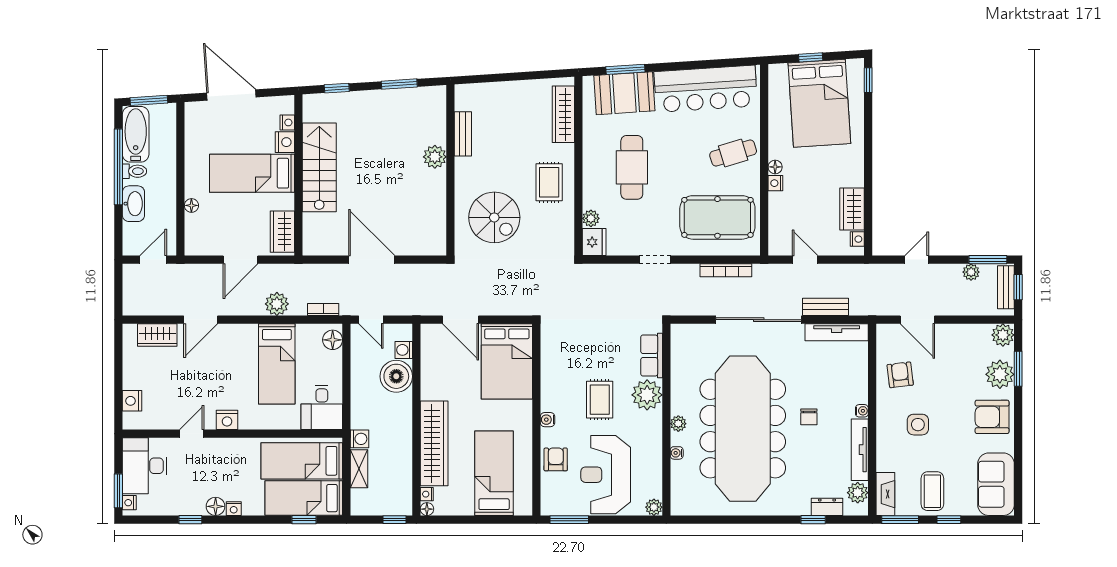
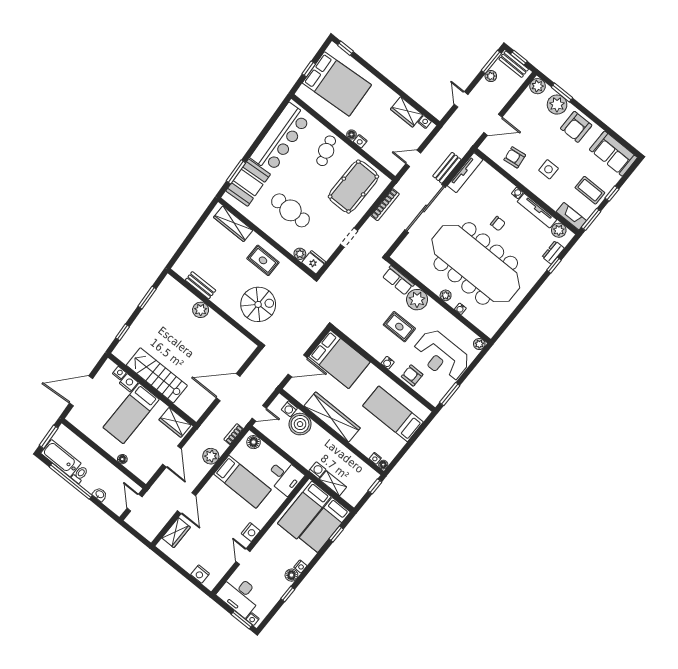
washbasin: (133, 204) -> (100, 494), width x0.52, depth x0.69
wardrobe: (434, 443) -> (332, 417), moved

